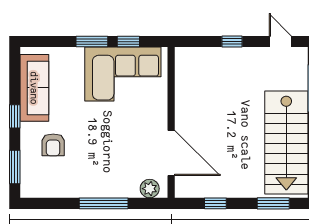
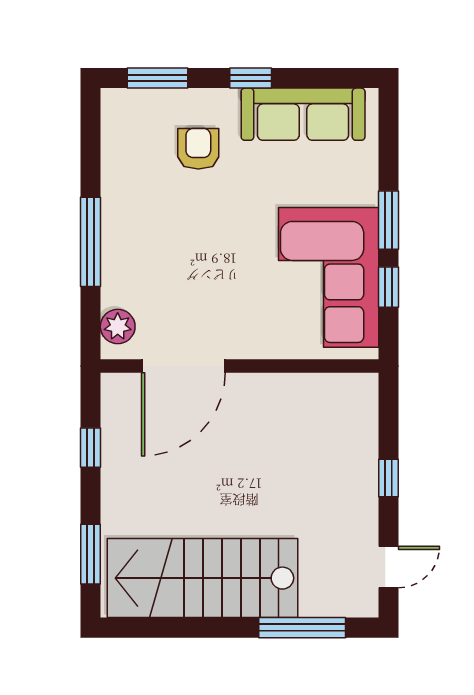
armchair: (53, 145) -> (198, 149), turned 90

